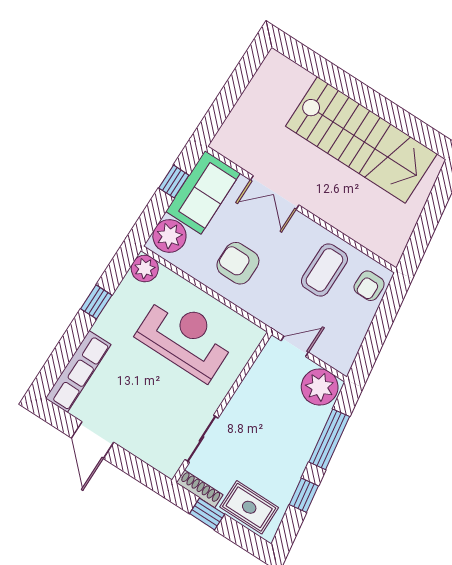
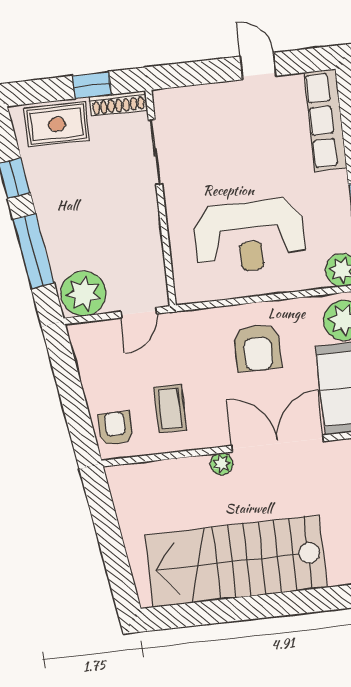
double door: (275, 193) -> (278, 444), width x1.37
plant: (320, 209) -> (222, 464), added
armchair: (238, 263) -> (258, 348), turned 90
coffee table: (324, 270) -> (170, 409), width x0.73, depth x0.77
door: (93, 440) -> (258, 66), width x0.73

